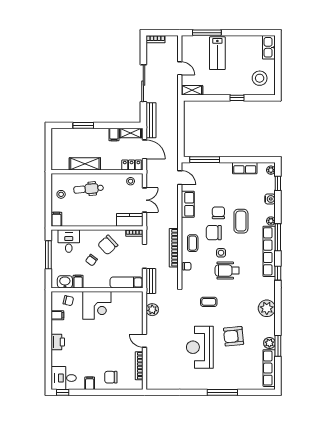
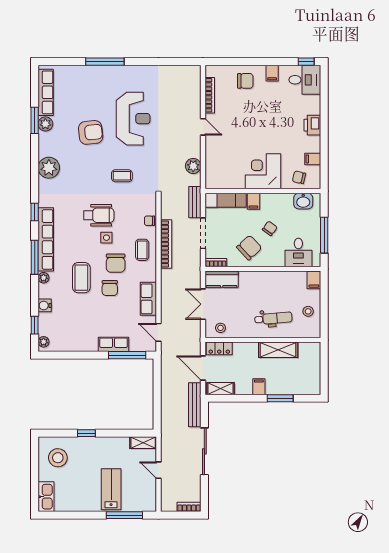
filing cabinet: (114, 135) -> (259, 387), moved
row of seats: (245, 168) -> (114, 344), moved
chair: (214, 233) -> (116, 263), turned 90
filing cabinet: (78, 282) -> (253, 201), moved

